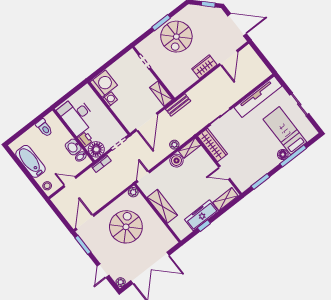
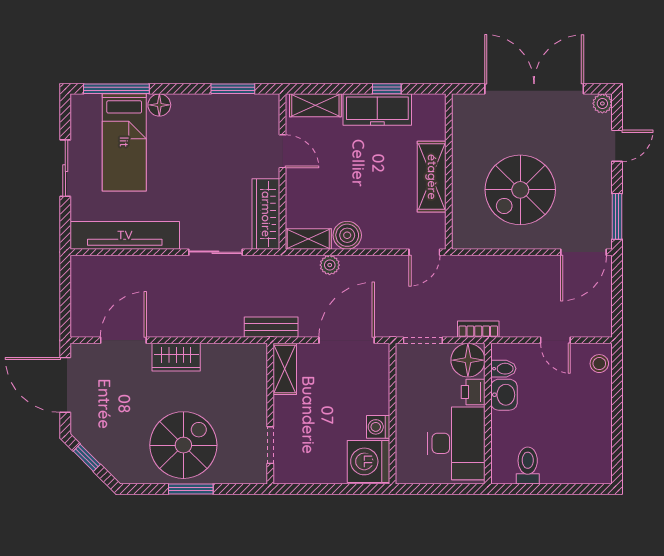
window: (293, 156) -> (116, 89), moved
bathtub: (30, 161) -> (595, 427), removed
plant: (133, 192) -> (462, 239), removed

